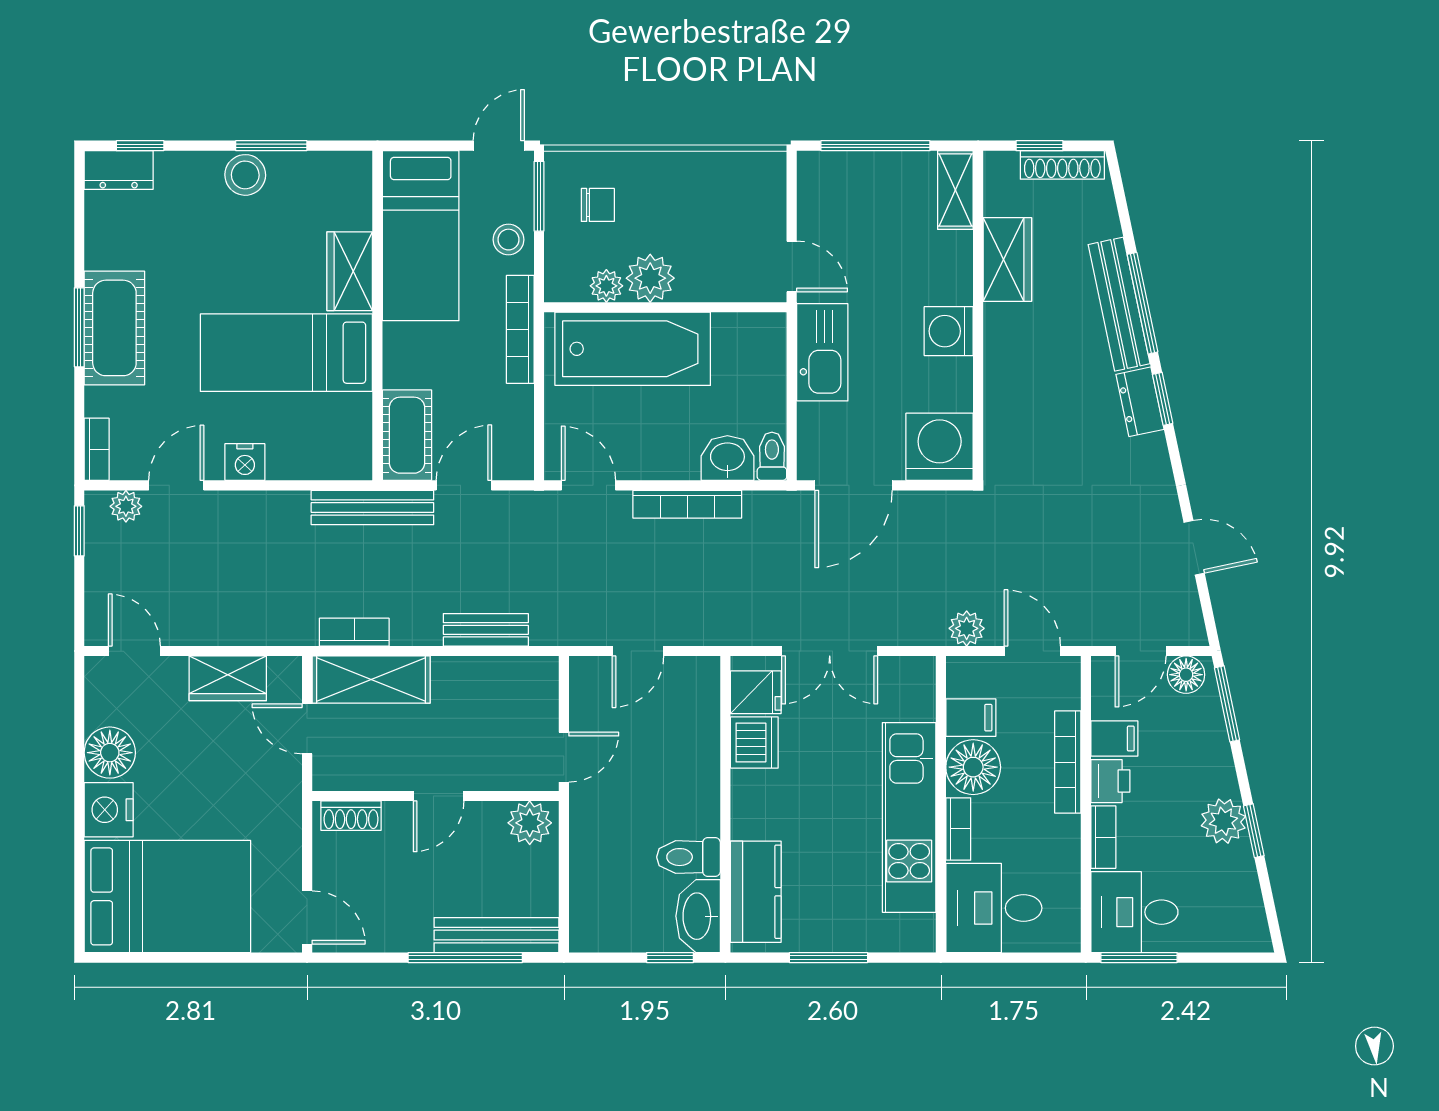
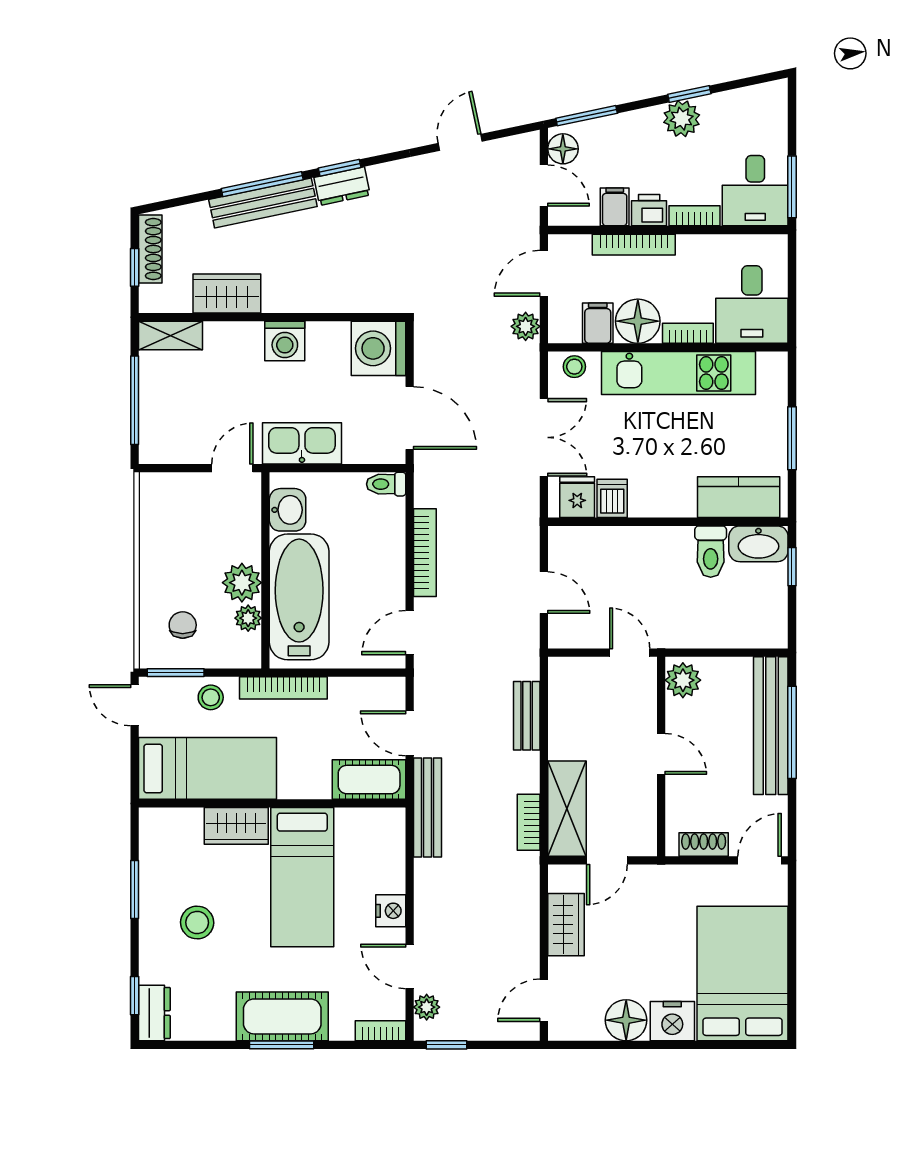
stool: (245, 175) -> (197, 922), moved
washbasin: (727, 458) -> (288, 510), moved, turned 180
stool: (917, 689) -> (574, 367), added
dishwasher: (754, 742) -> (612, 498), width x0.73
shoe rack: (351, 816) -> (704, 845), moved, turned -90
bench: (496, 935) -> (771, 726), width x1.37, depth x1.21

